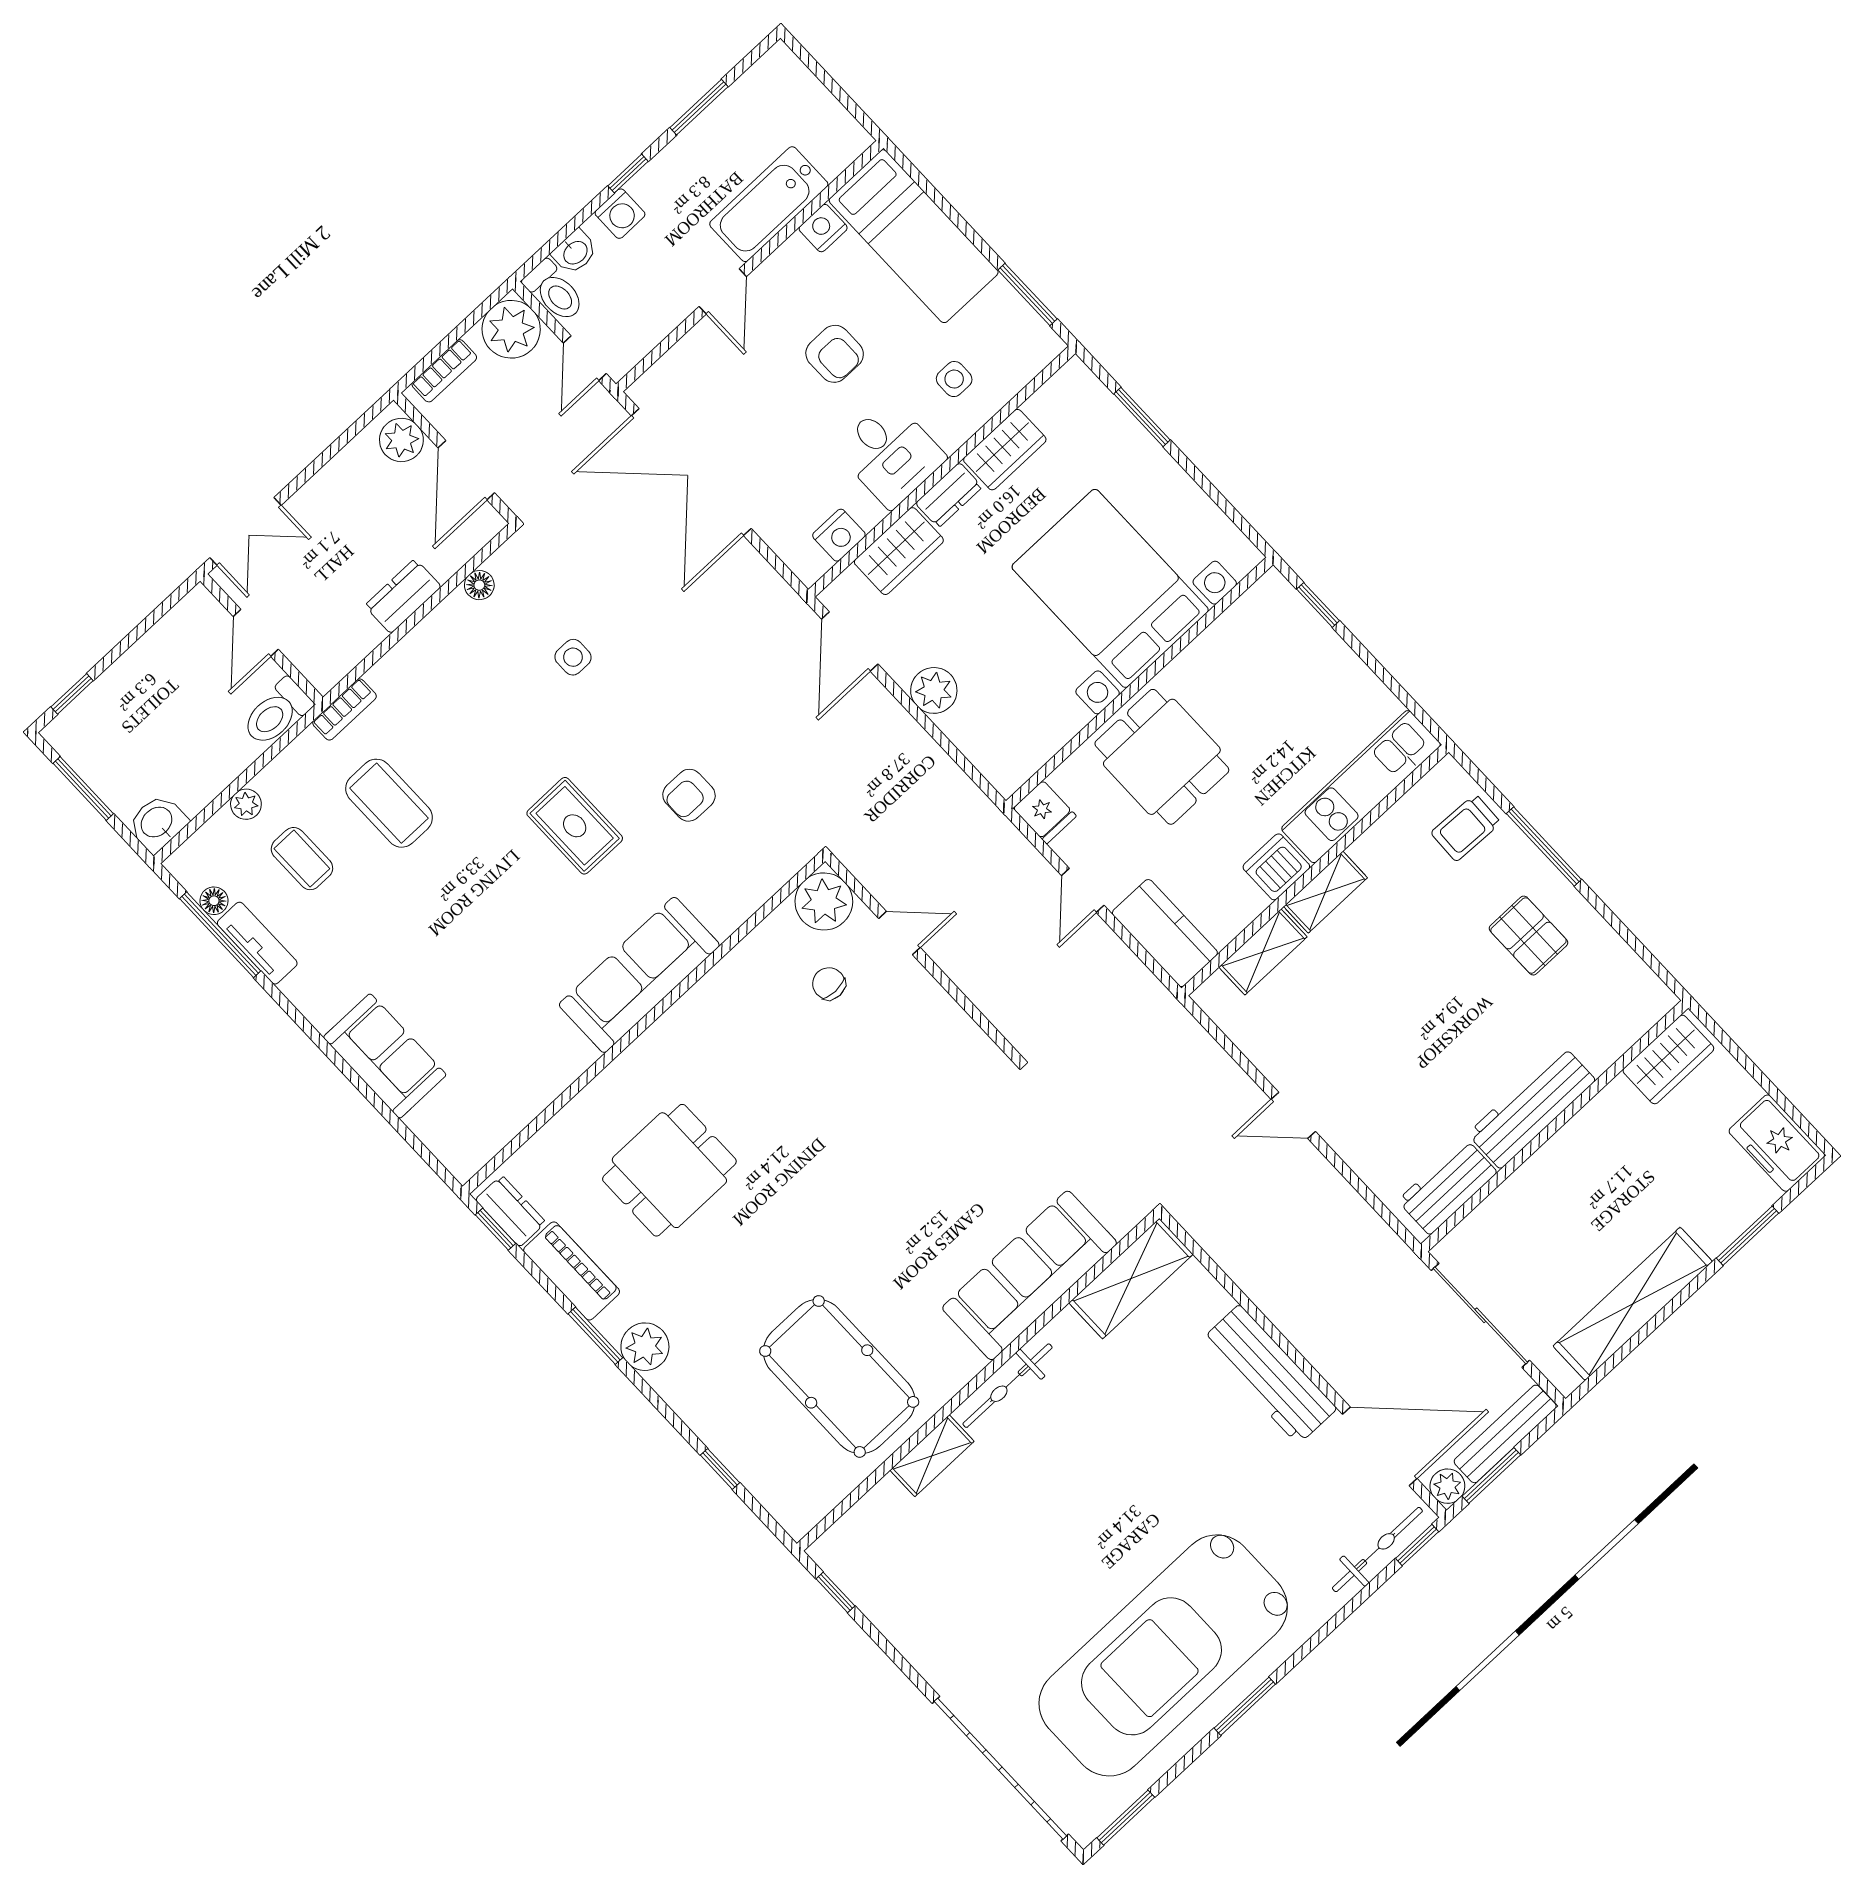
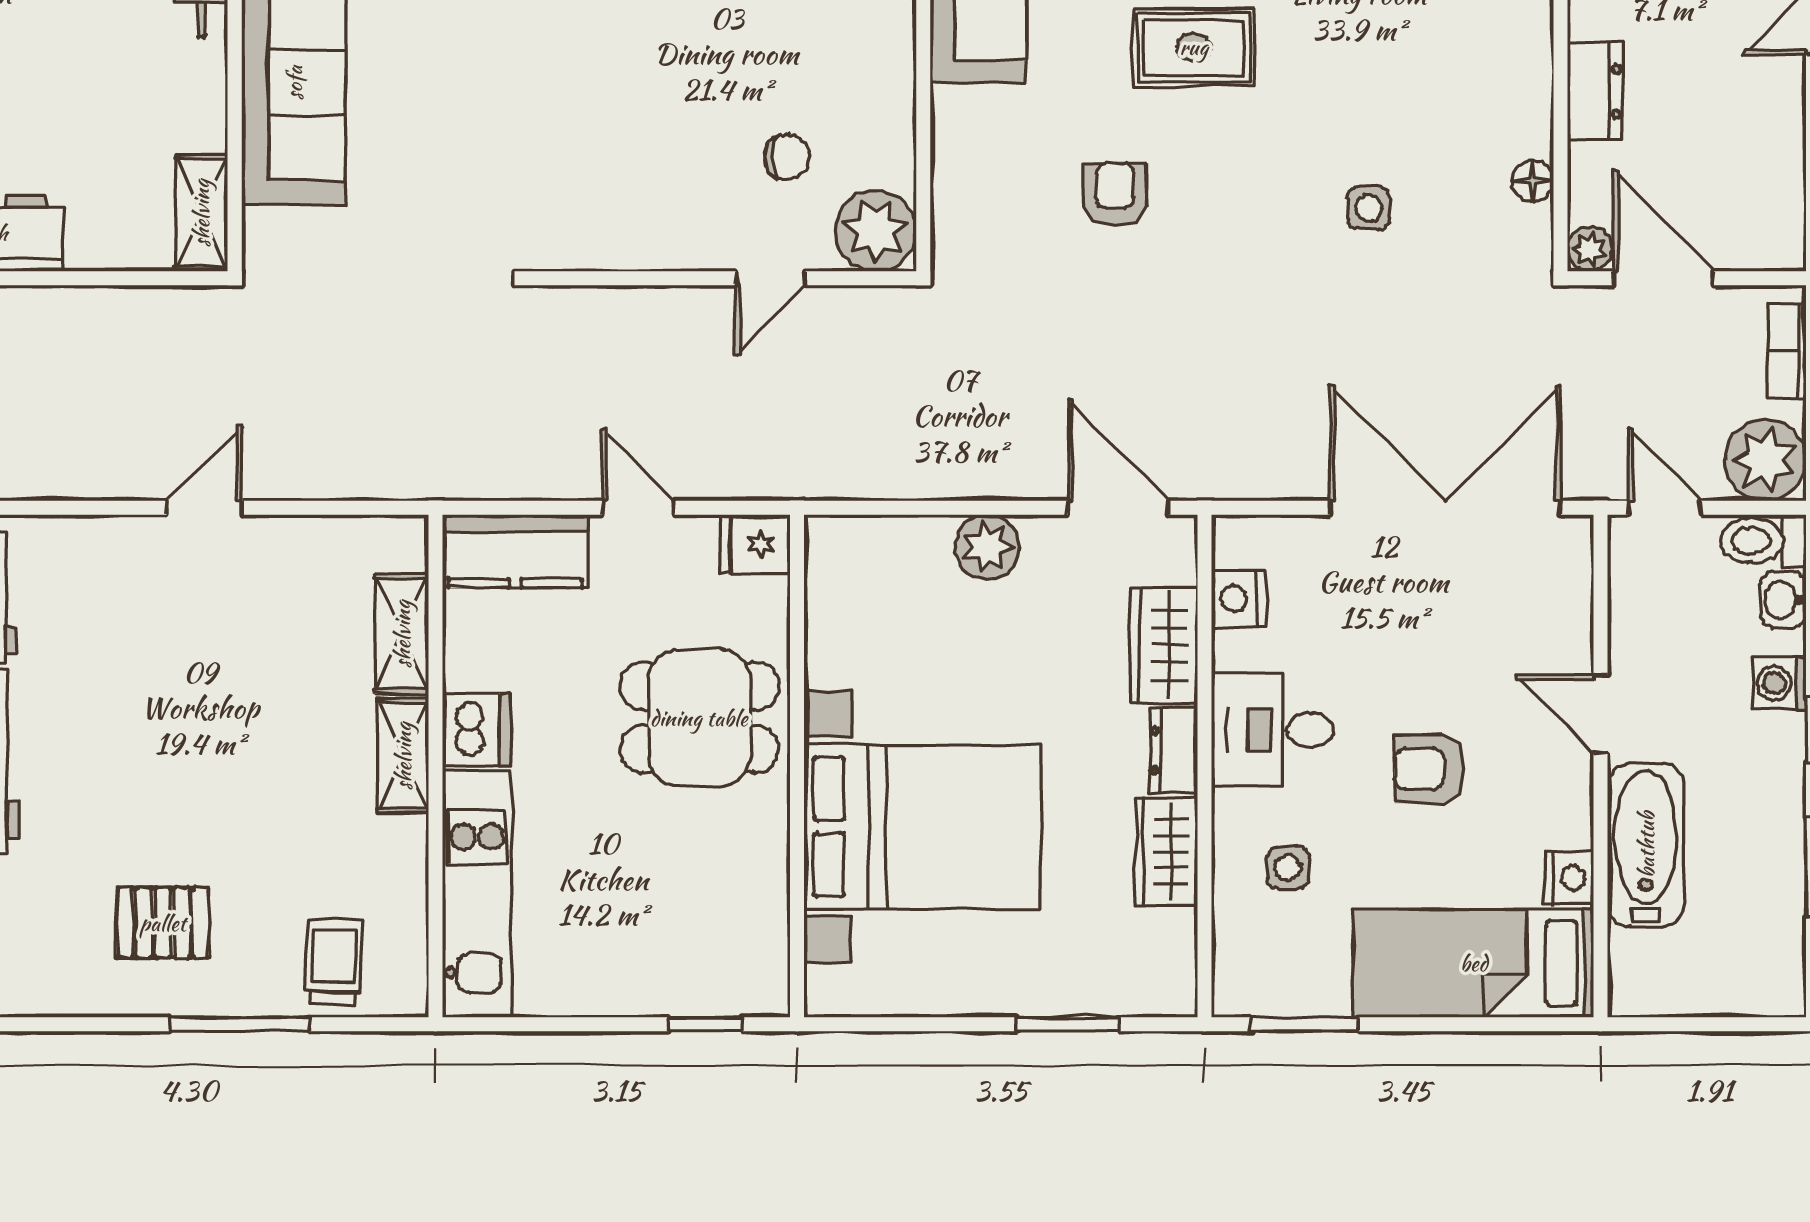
plant: (401, 440) -> (1590, 249), moved, width x0.73, depth x0.73
shelving: (1131, 1279) -> (201, 213), width x0.67, depth x0.75

